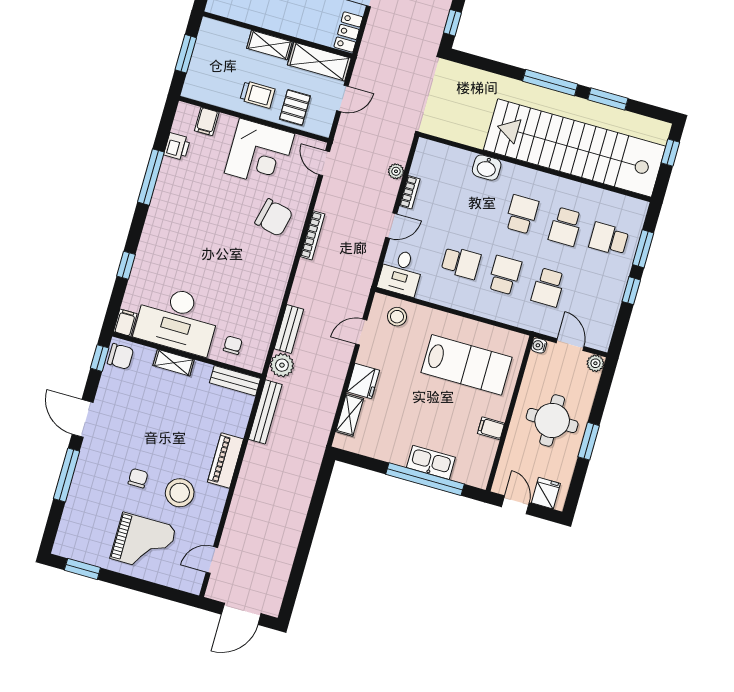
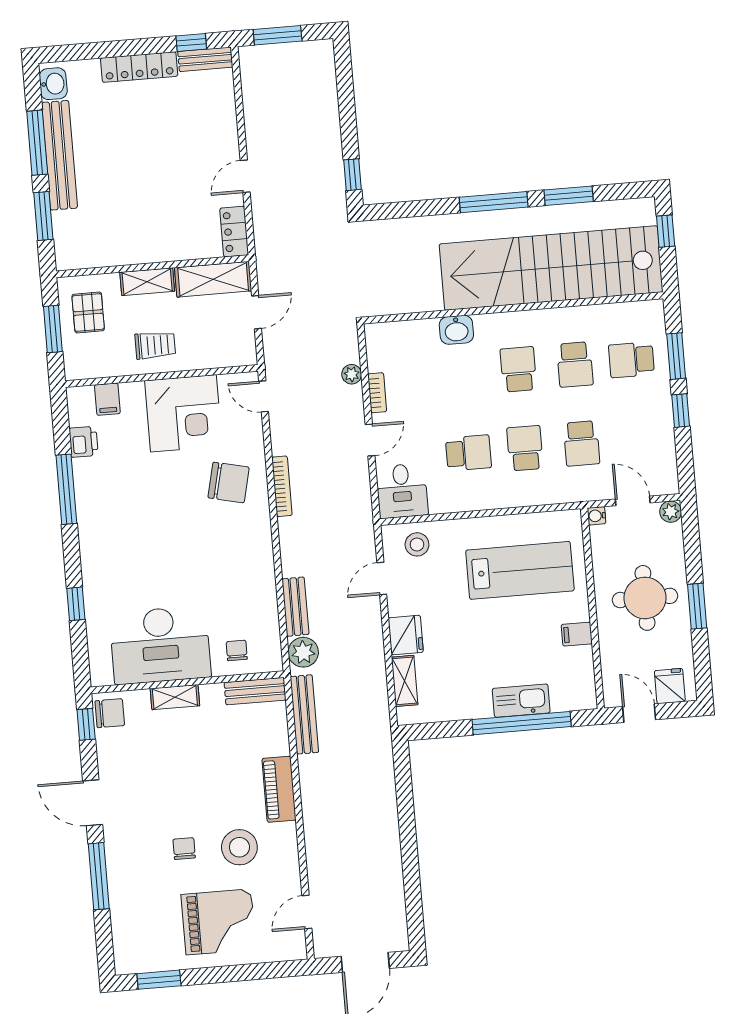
pallet: (295, 107) -> (88, 313), moved
filing cabinet: (125, 323) -> (101, 672), removed

